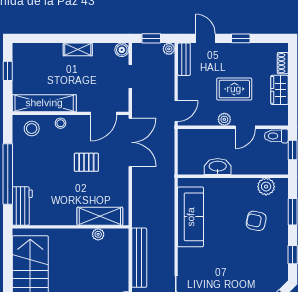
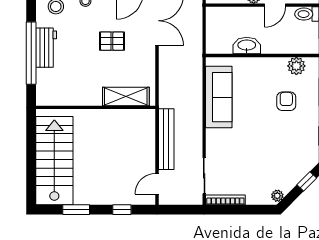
workbench: (22, 206) -> (46, 48), moved
armchair: (256, 221) -> (286, 101), turned 78
plant: (98, 234) -> (124, 115), removed

